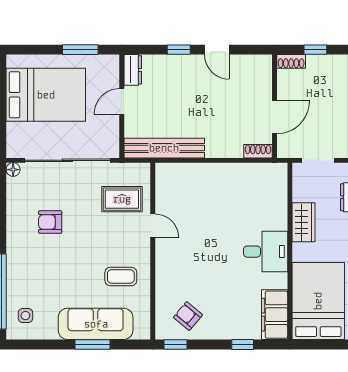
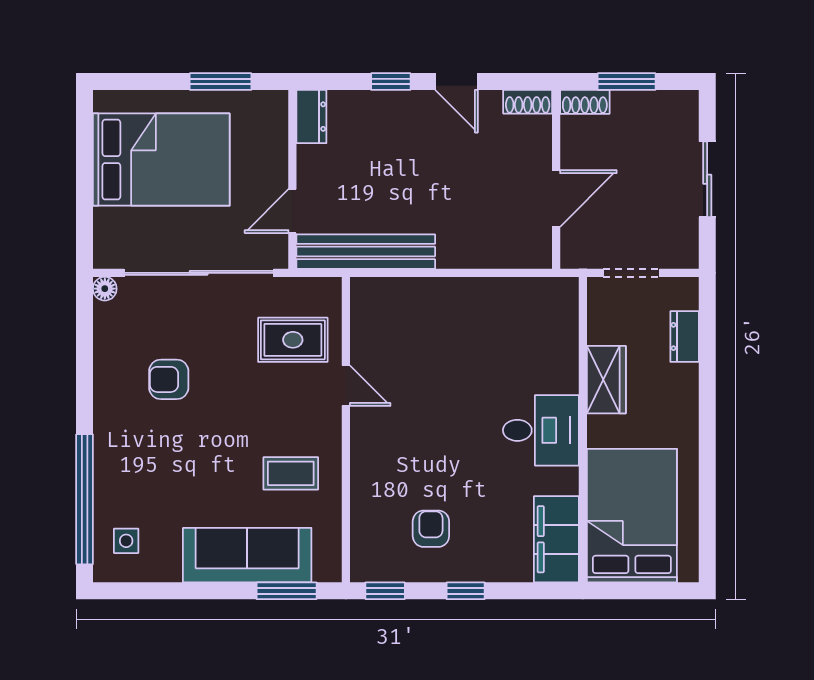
window: (315, 50) -> (627, 82), width x1.50
door: (122, 101) -> (292, 211), moved
shoe rack: (258, 151) -> (528, 102), moved, turned 180
armchair: (188, 316) -> (431, 529), moved, turned 50
window: (93, 345) -> (287, 591), moved
window: (243, 345) -> (466, 591), moved

